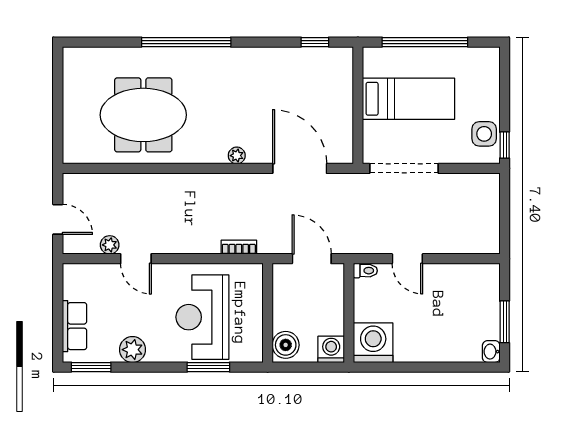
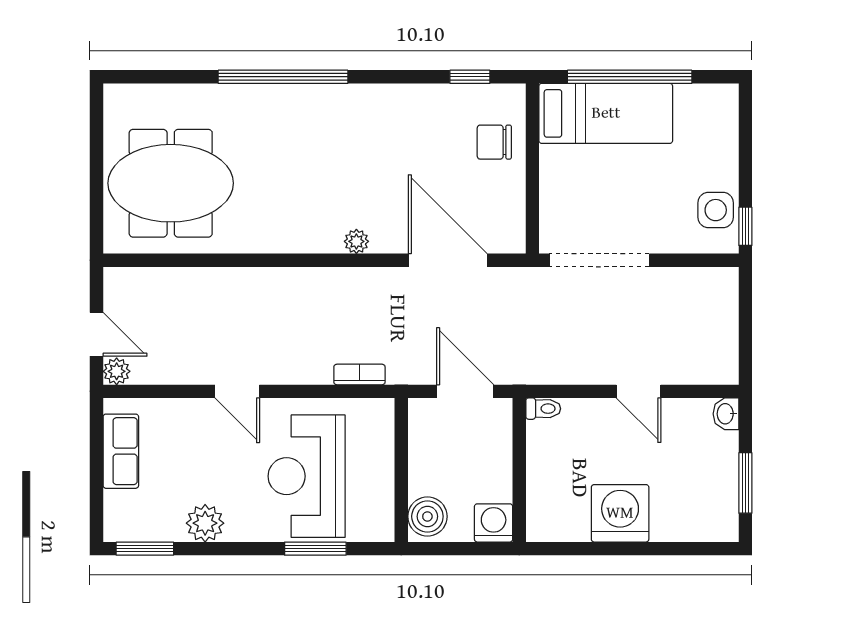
chair: (332, 87) -> (494, 142), added
bed: (408, 99) -> (606, 113), moved
meeting table: (143, 115) -> (171, 183), moved
plant: (110, 245) -> (117, 371), moved
door: (136, 259) -> (237, 391), moved
door: (407, 259) -> (638, 391), moved
row of seats: (75, 326) -> (121, 451), moved
washing machine: (373, 343) -> (620, 513), moved
washbasin: (491, 352) -> (726, 414), moved

